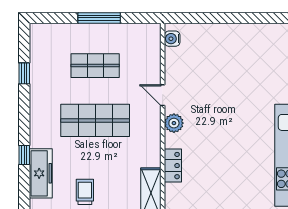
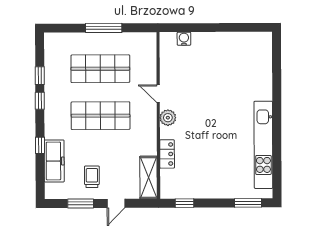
water cooler: (172, 39) -> (184, 39), moved, turned 90
shop shelf: (95, 66) -> (100, 69), width x1.43, depth x1.36
window: (24, 103) -> (40, 101), added

